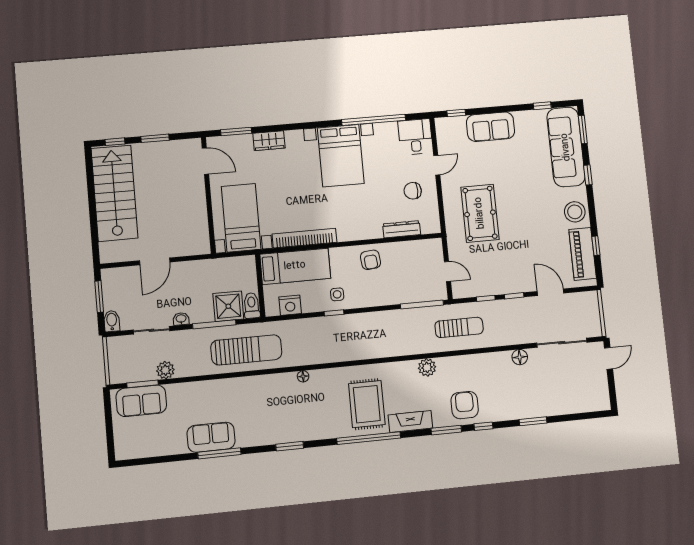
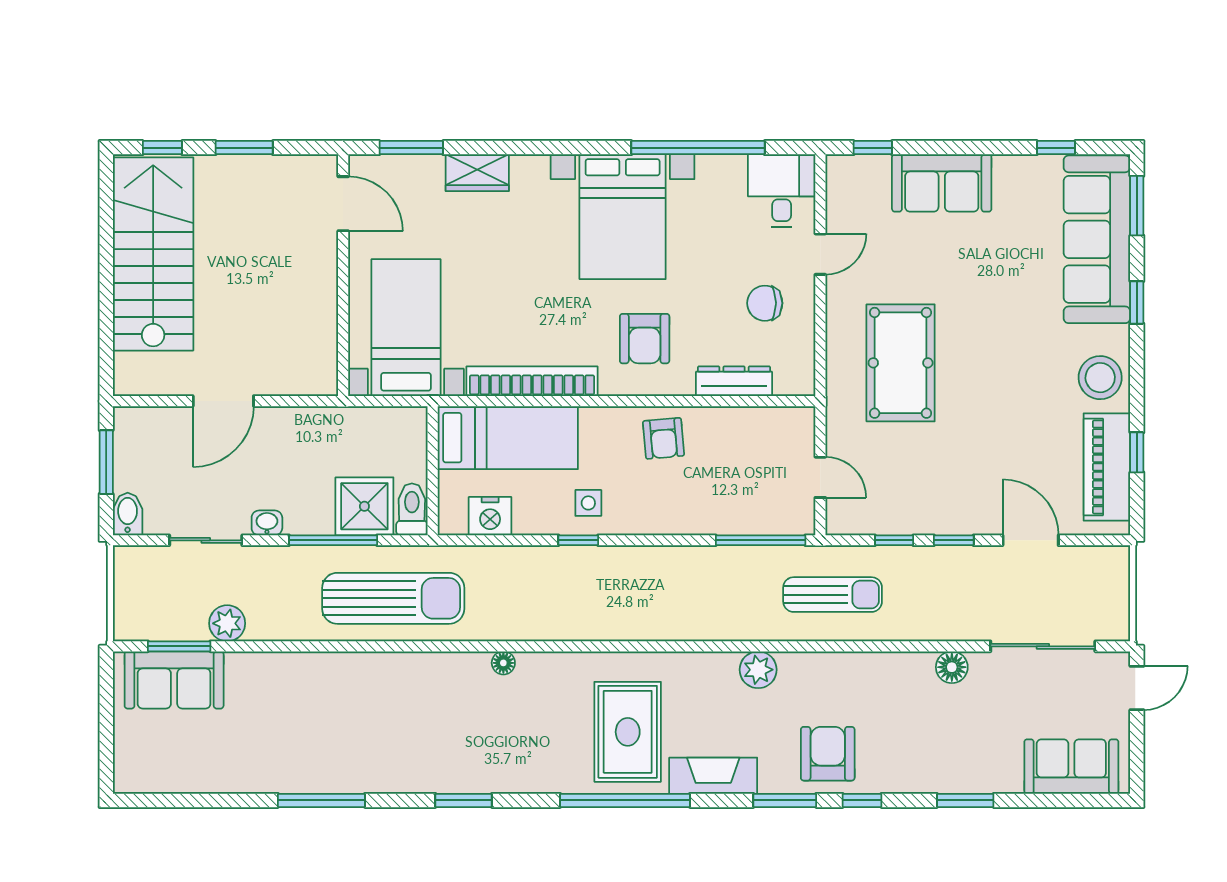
armchair: (357, 213) -> (645, 339), added
sofa: (211, 437) -> (1071, 767), moved

